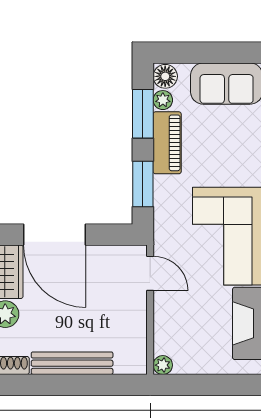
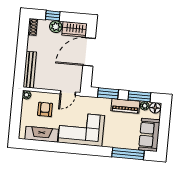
armchair: (191, 321) -> (45, 109), added
bench: (72, 363) -> (30, 70), moved

